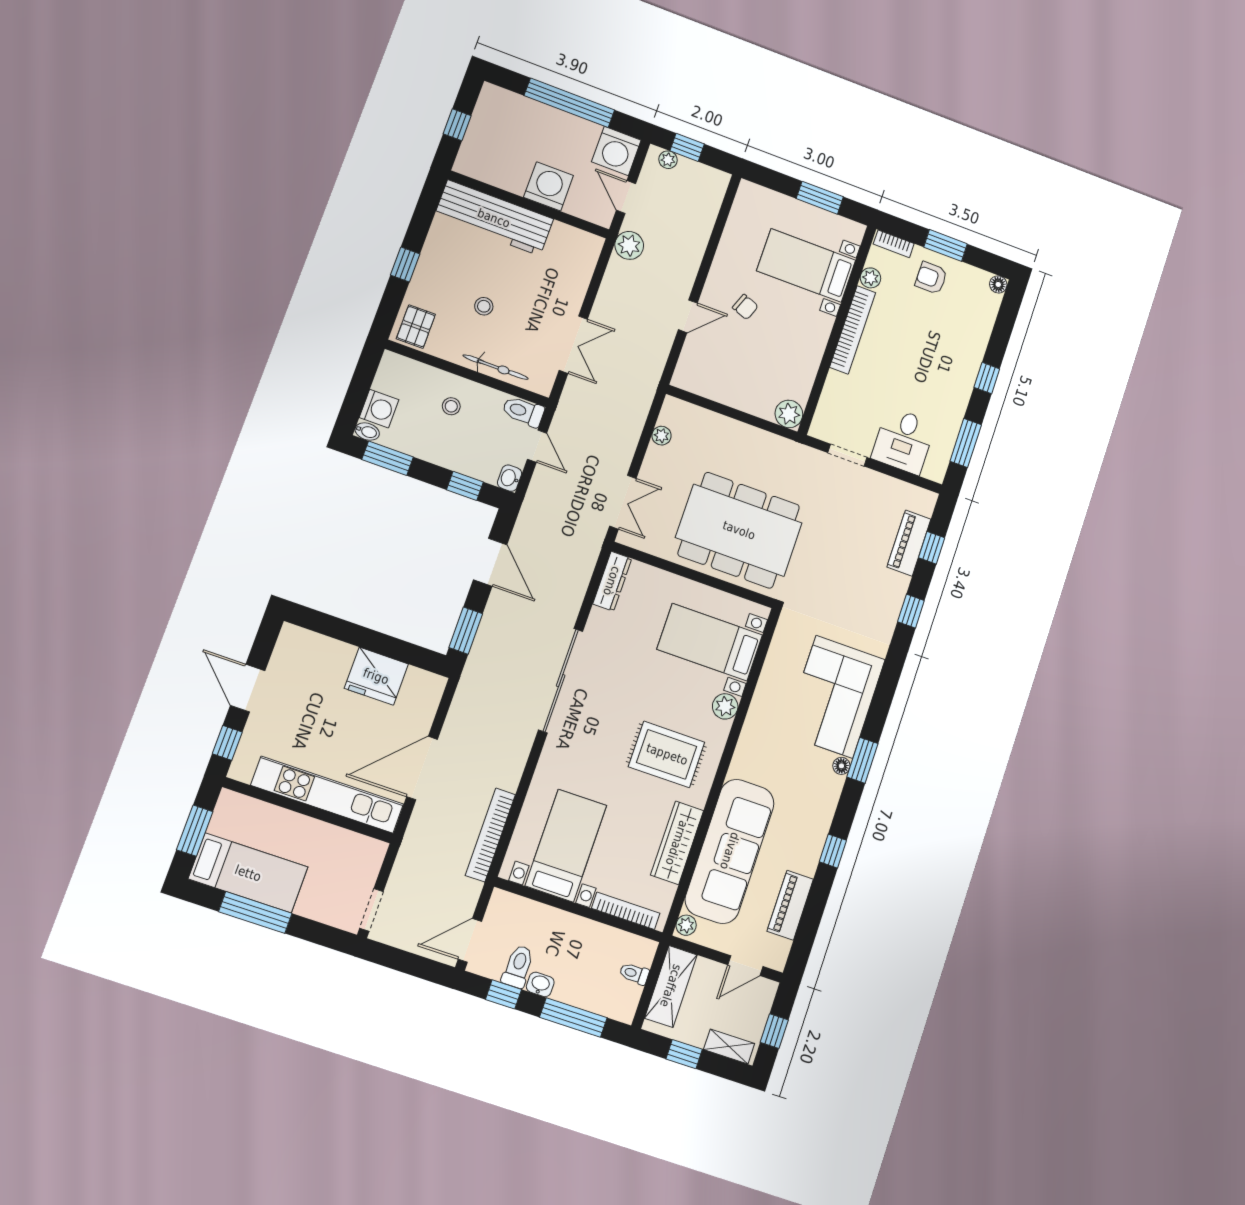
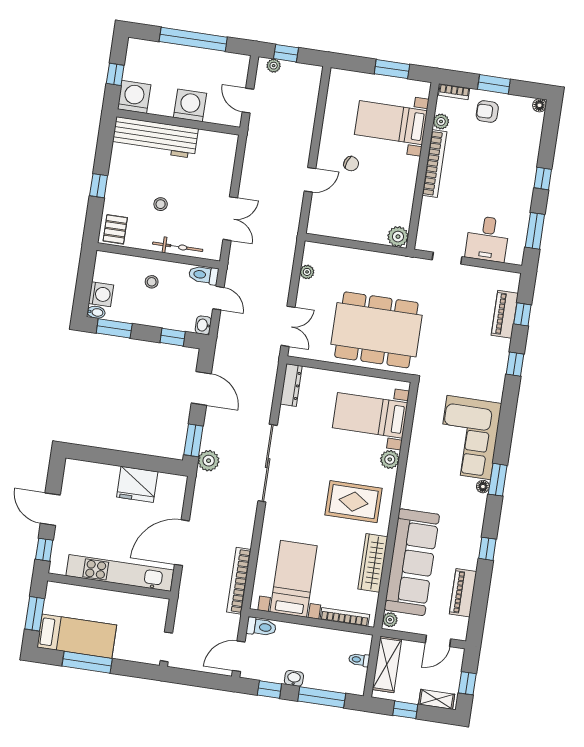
washing machine: (616, 151) -> (134, 97), moved, turned 180
plant: (629, 245) -> (209, 461), moved
toilet: (518, 967) -> (261, 627), moved, turned 90

